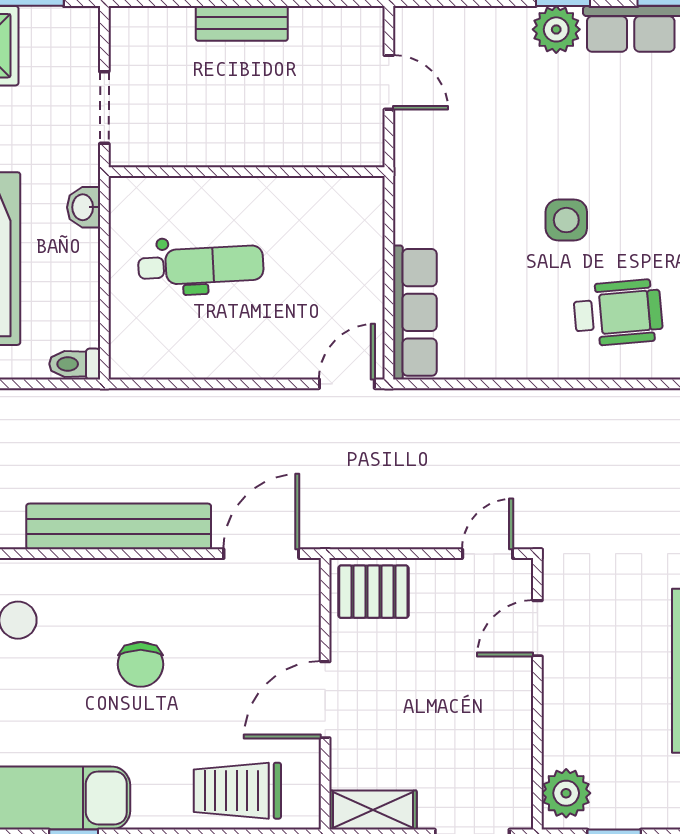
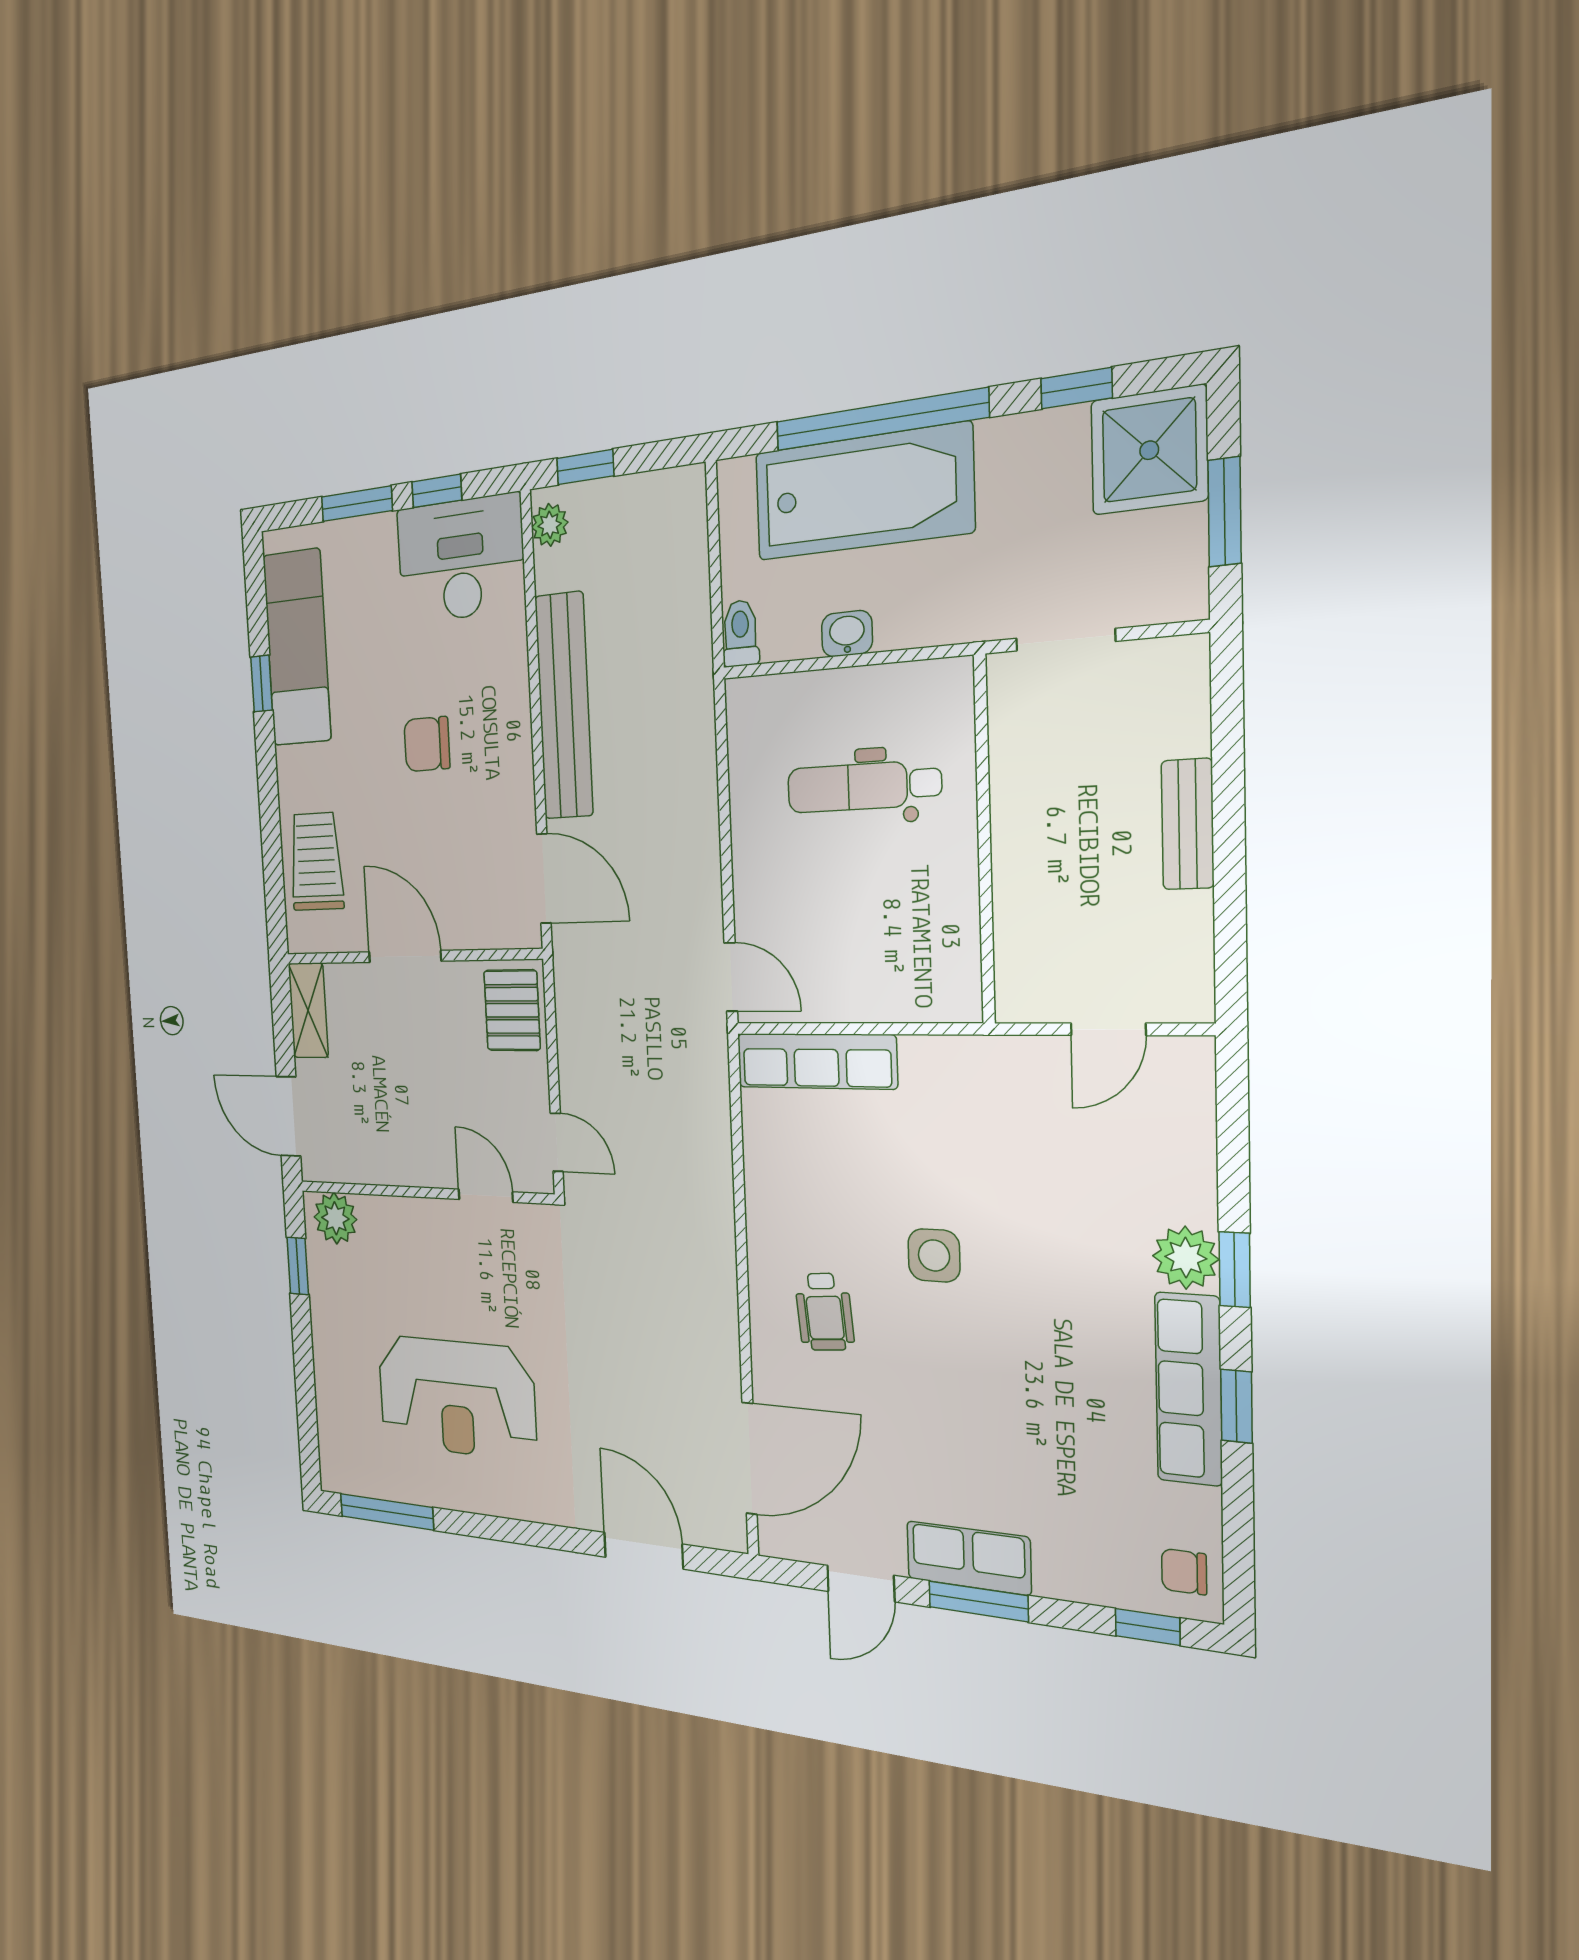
washbasin: (84, 207) -> (847, 634), moved
dental chair: (201, 265) -> (864, 786), turned 93
wheelchair: (618, 313) -> (824, 1312), width x0.73, depth x0.73

